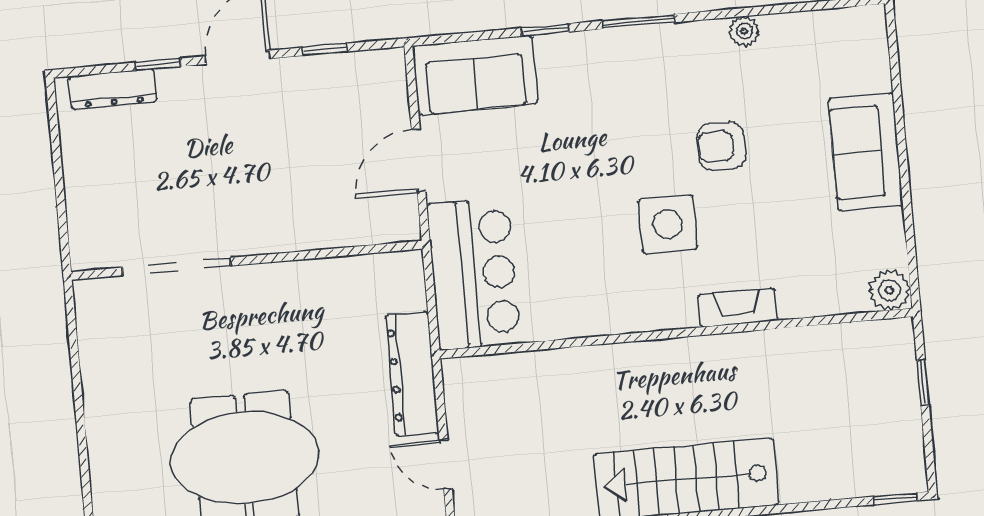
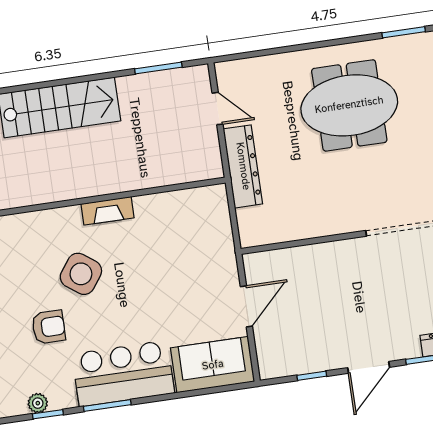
window: (545, 30) -> (48, 414), moved
side table: (668, 224) -> (81, 274), turned 36
bar counter: (474, 274) -> (123, 374), moved, turned 90
fireplace: (738, 308) -> (108, 211), moved

